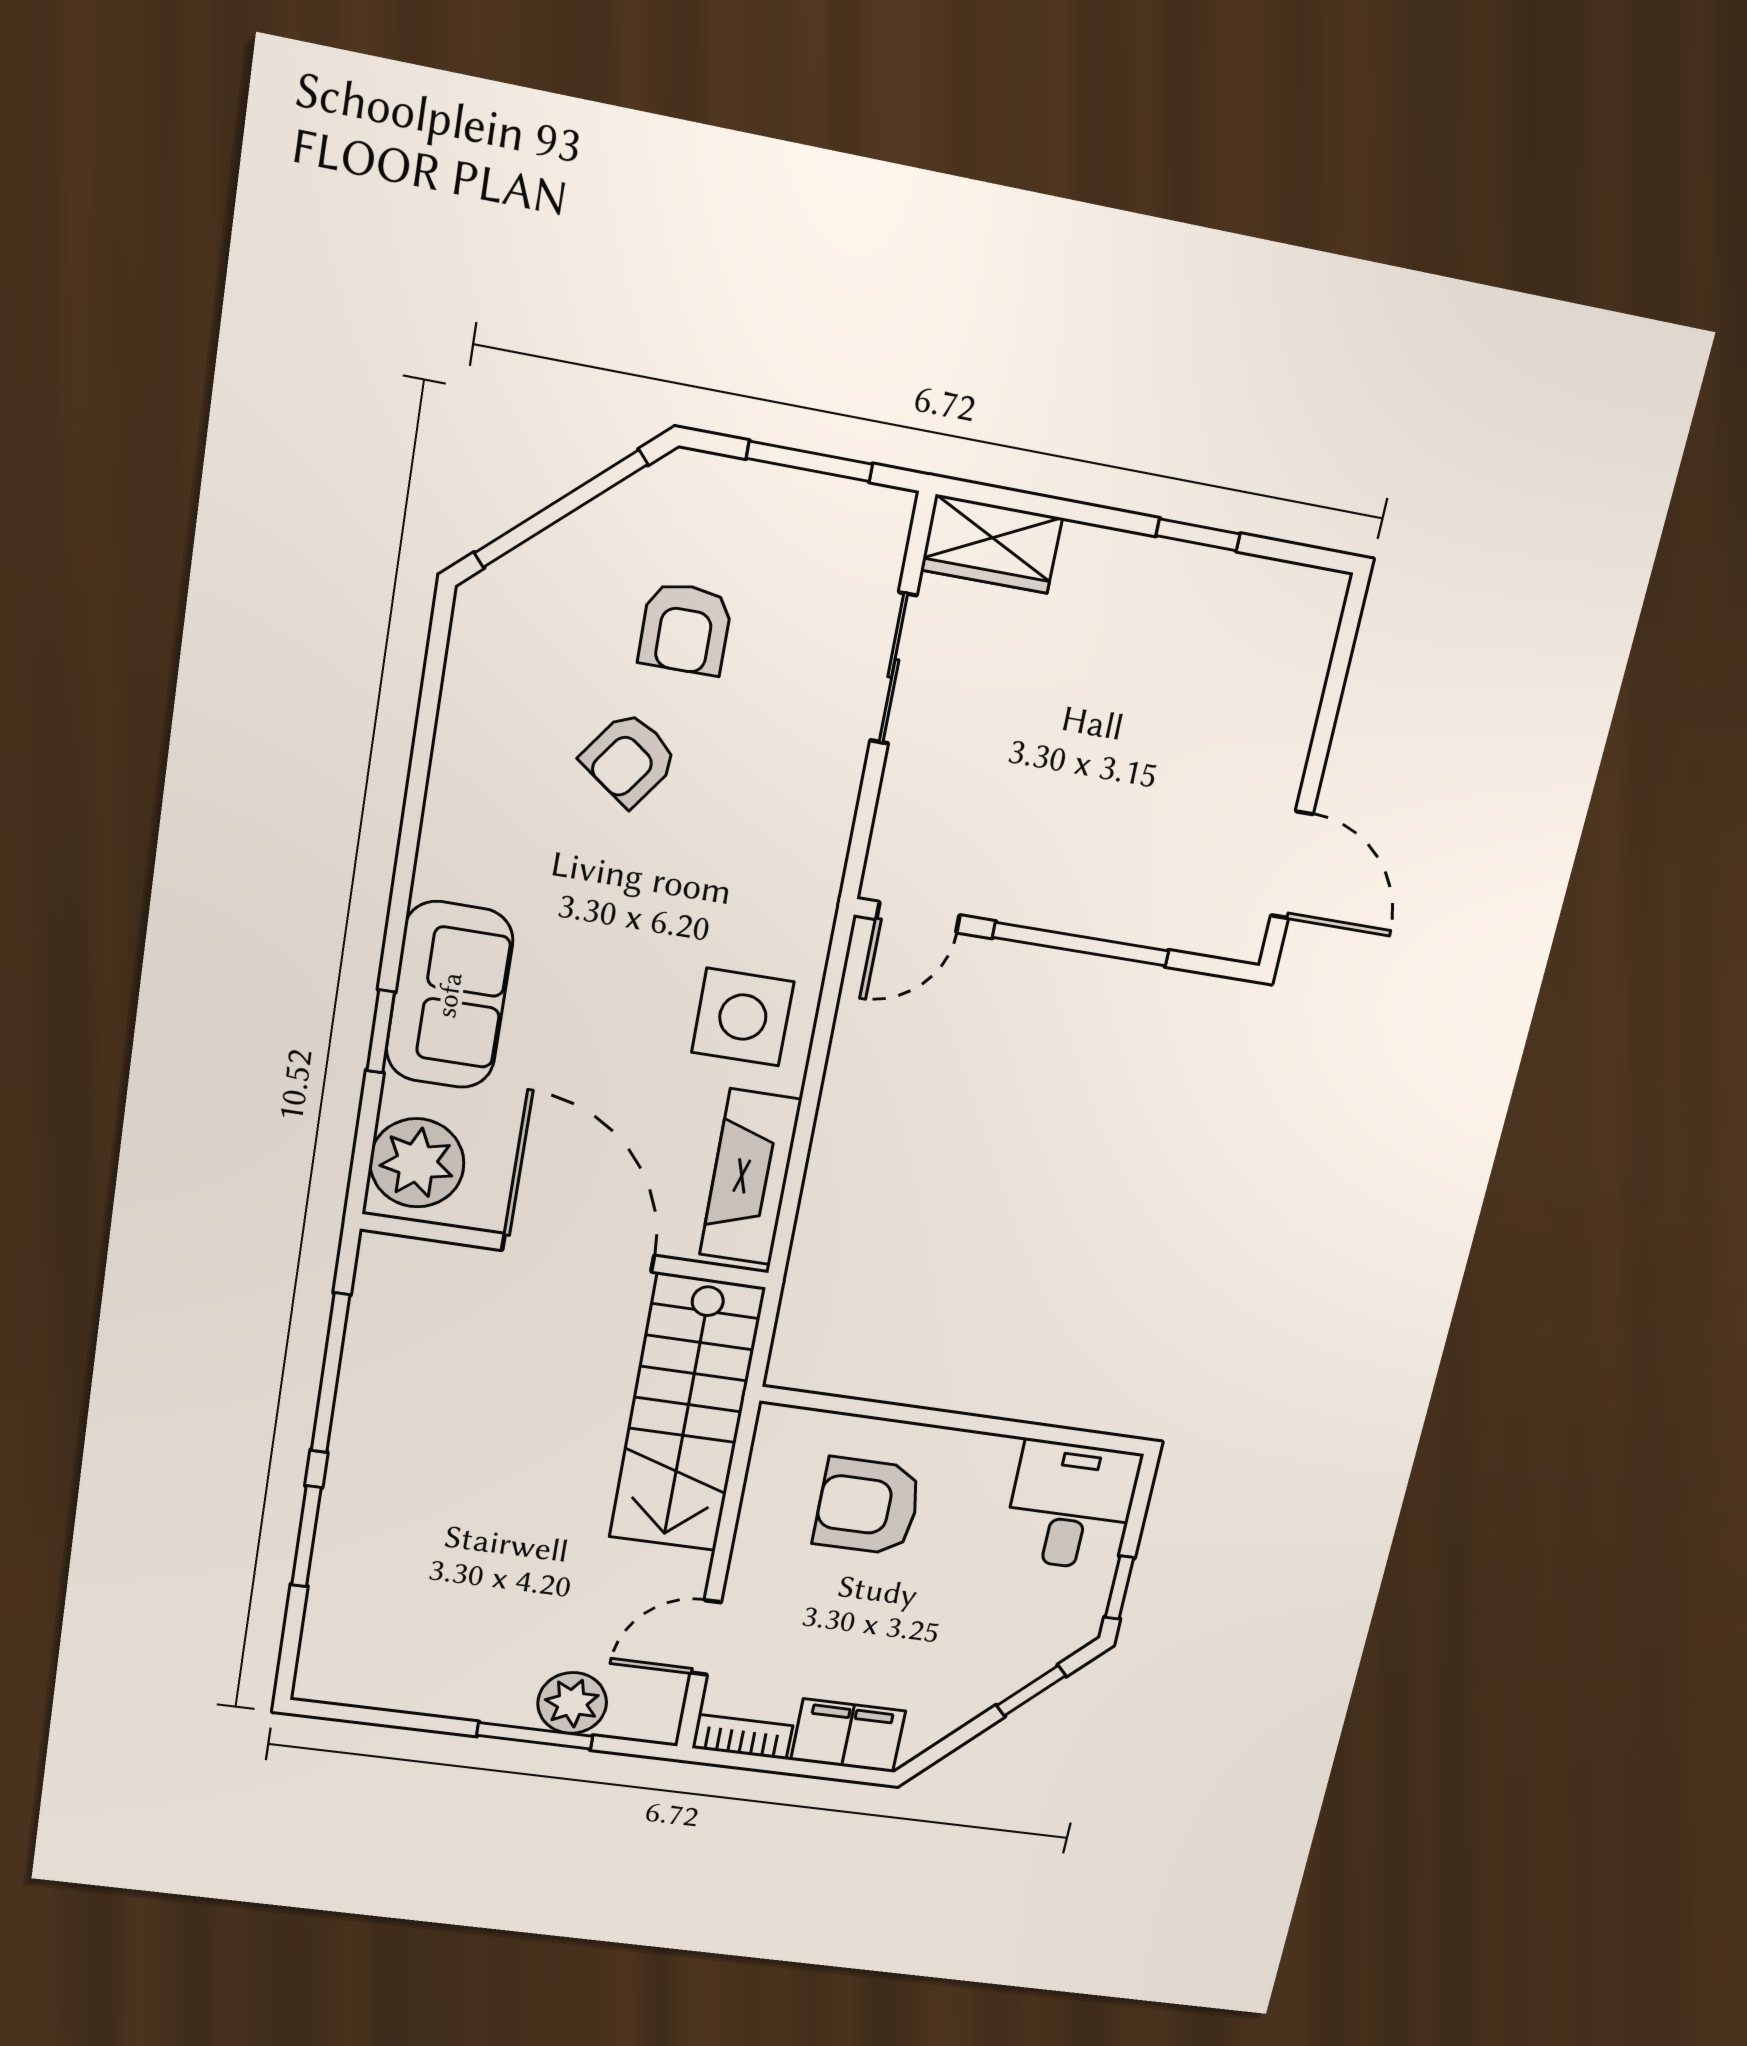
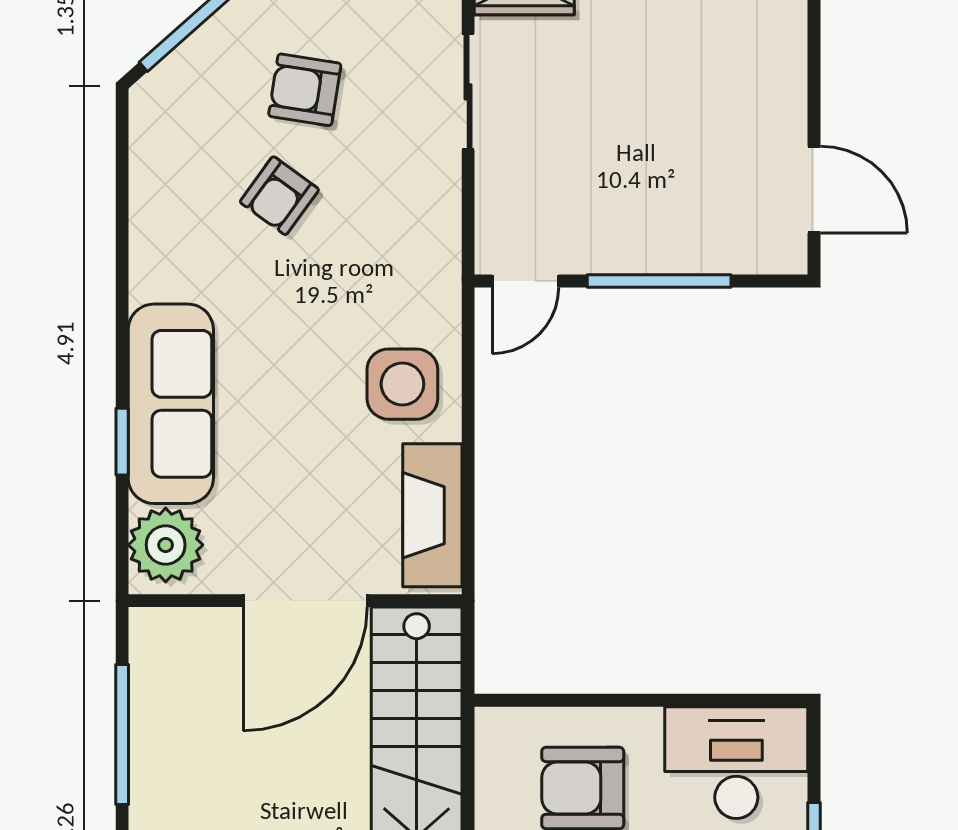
armchair: (685, 628) -> (305, 90), turned 99
sofa: (449, 995) -> (171, 404), width x1.36
door: (578, 1253) -> (305, 601), swing flipped
desk: (1071, 1506) -> (736, 763), width x1.37

